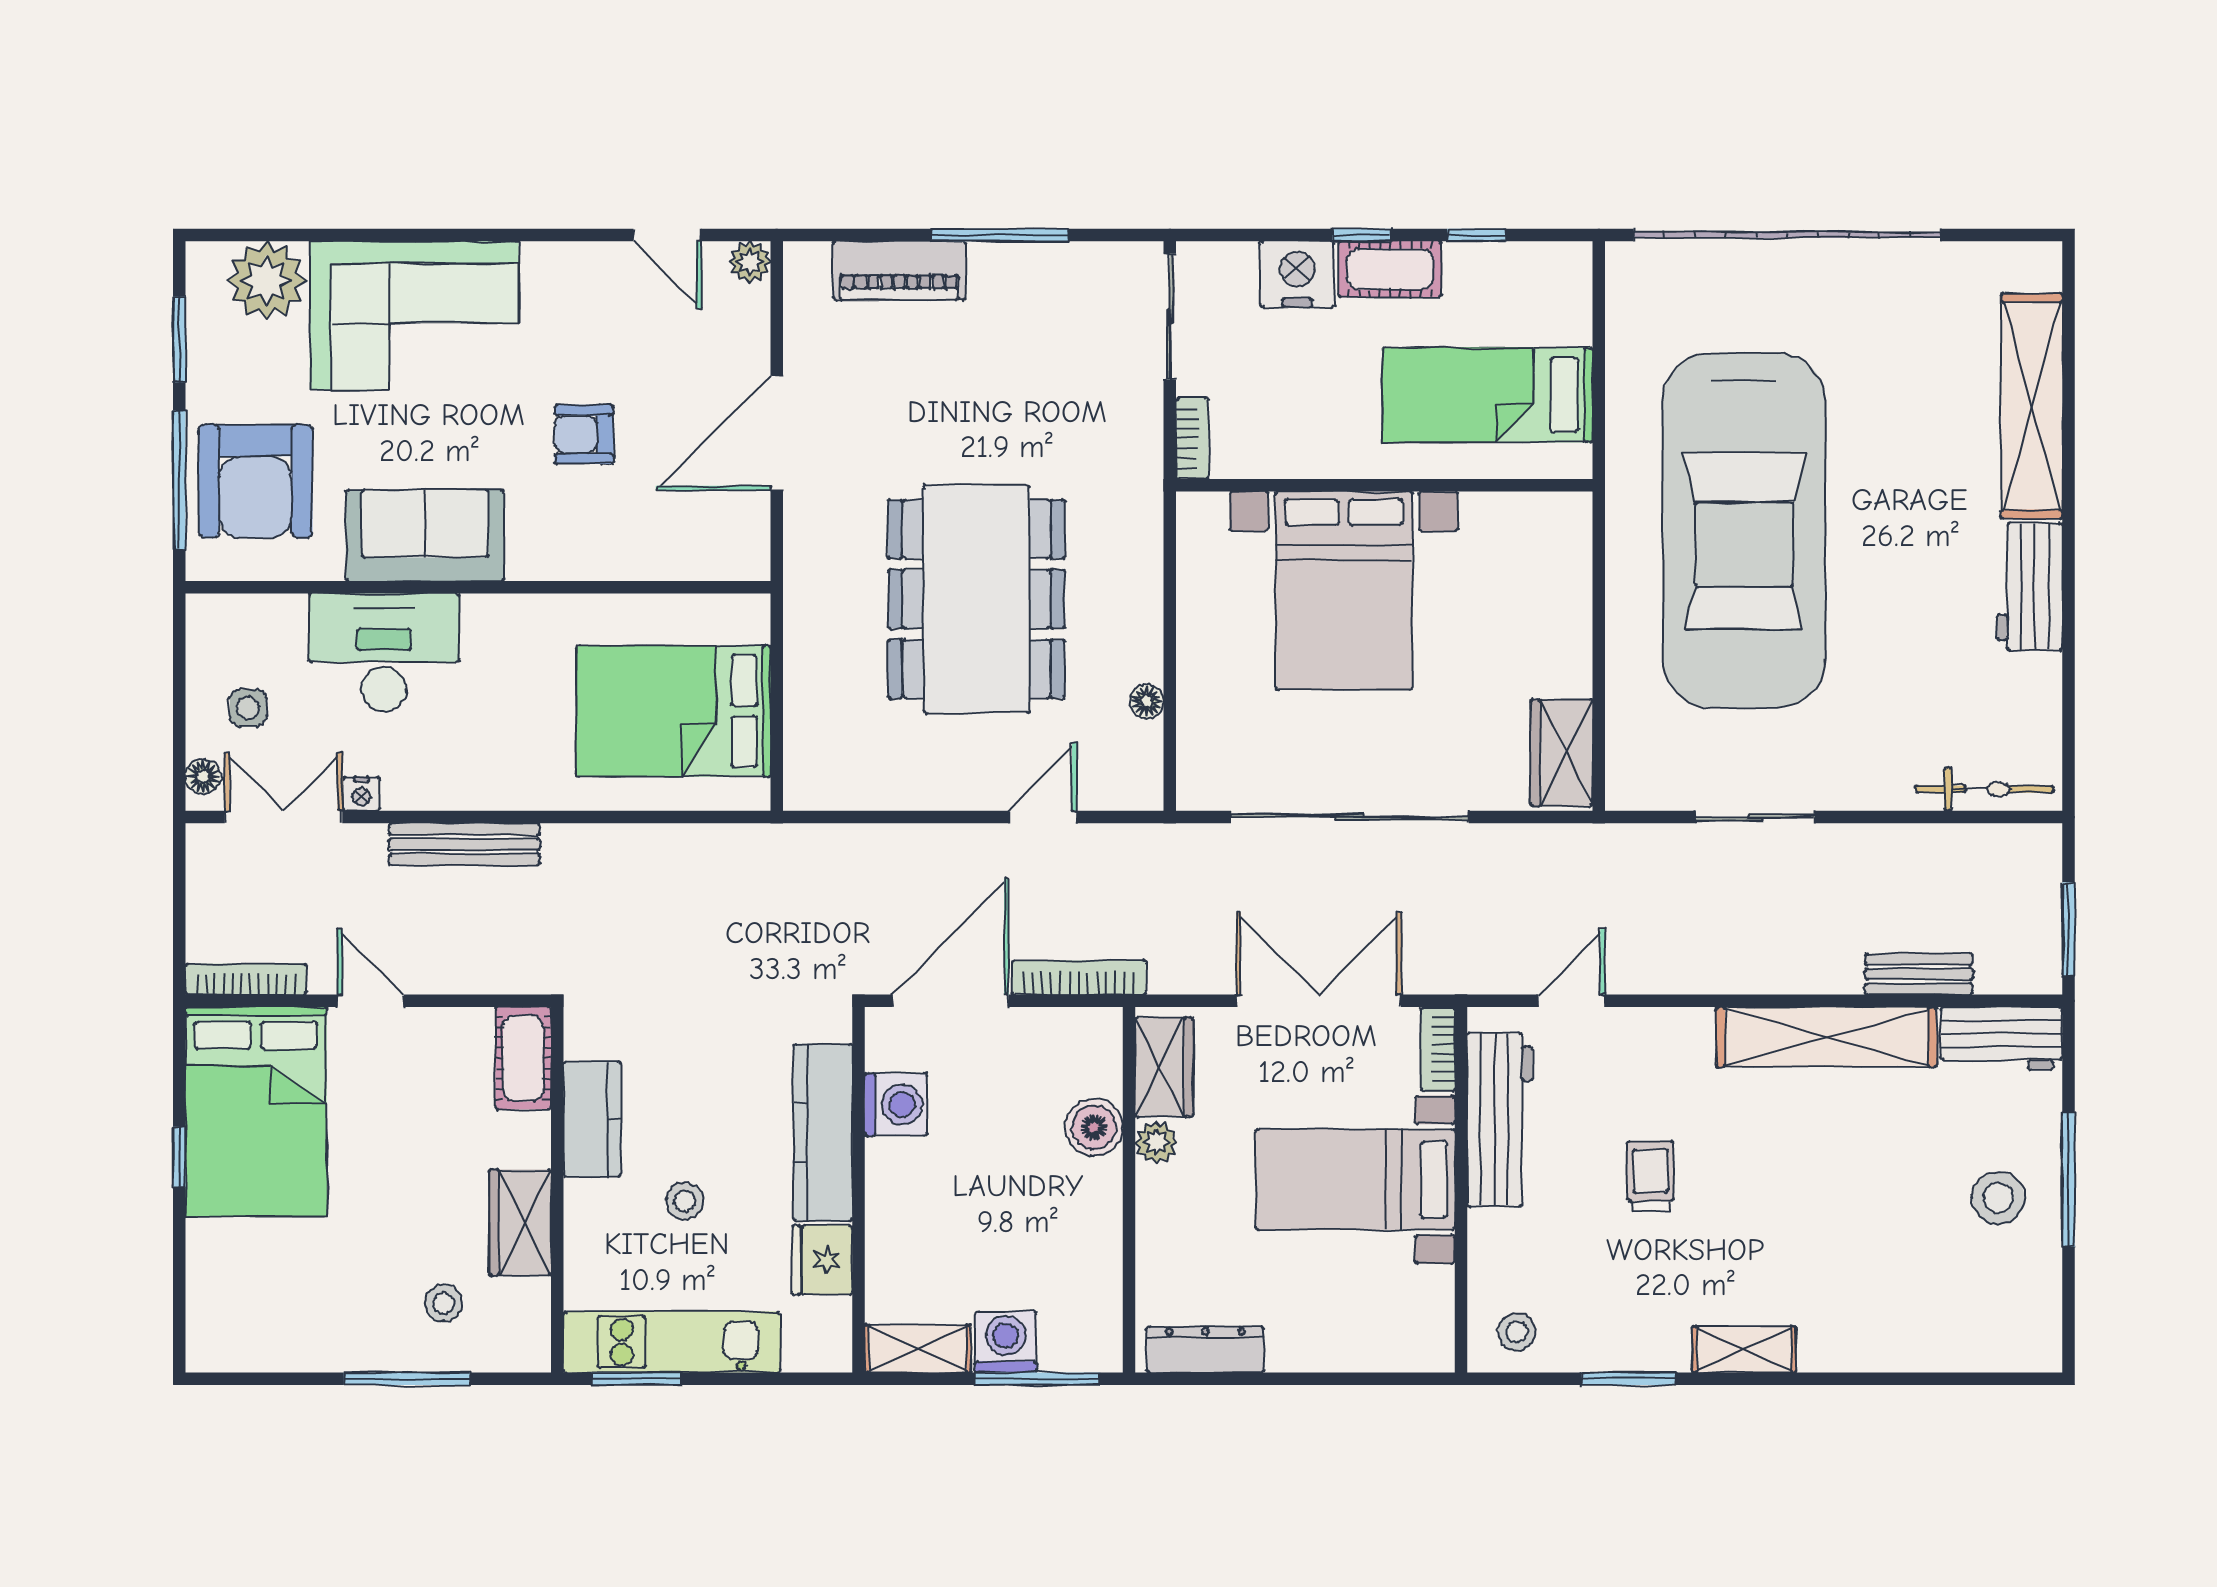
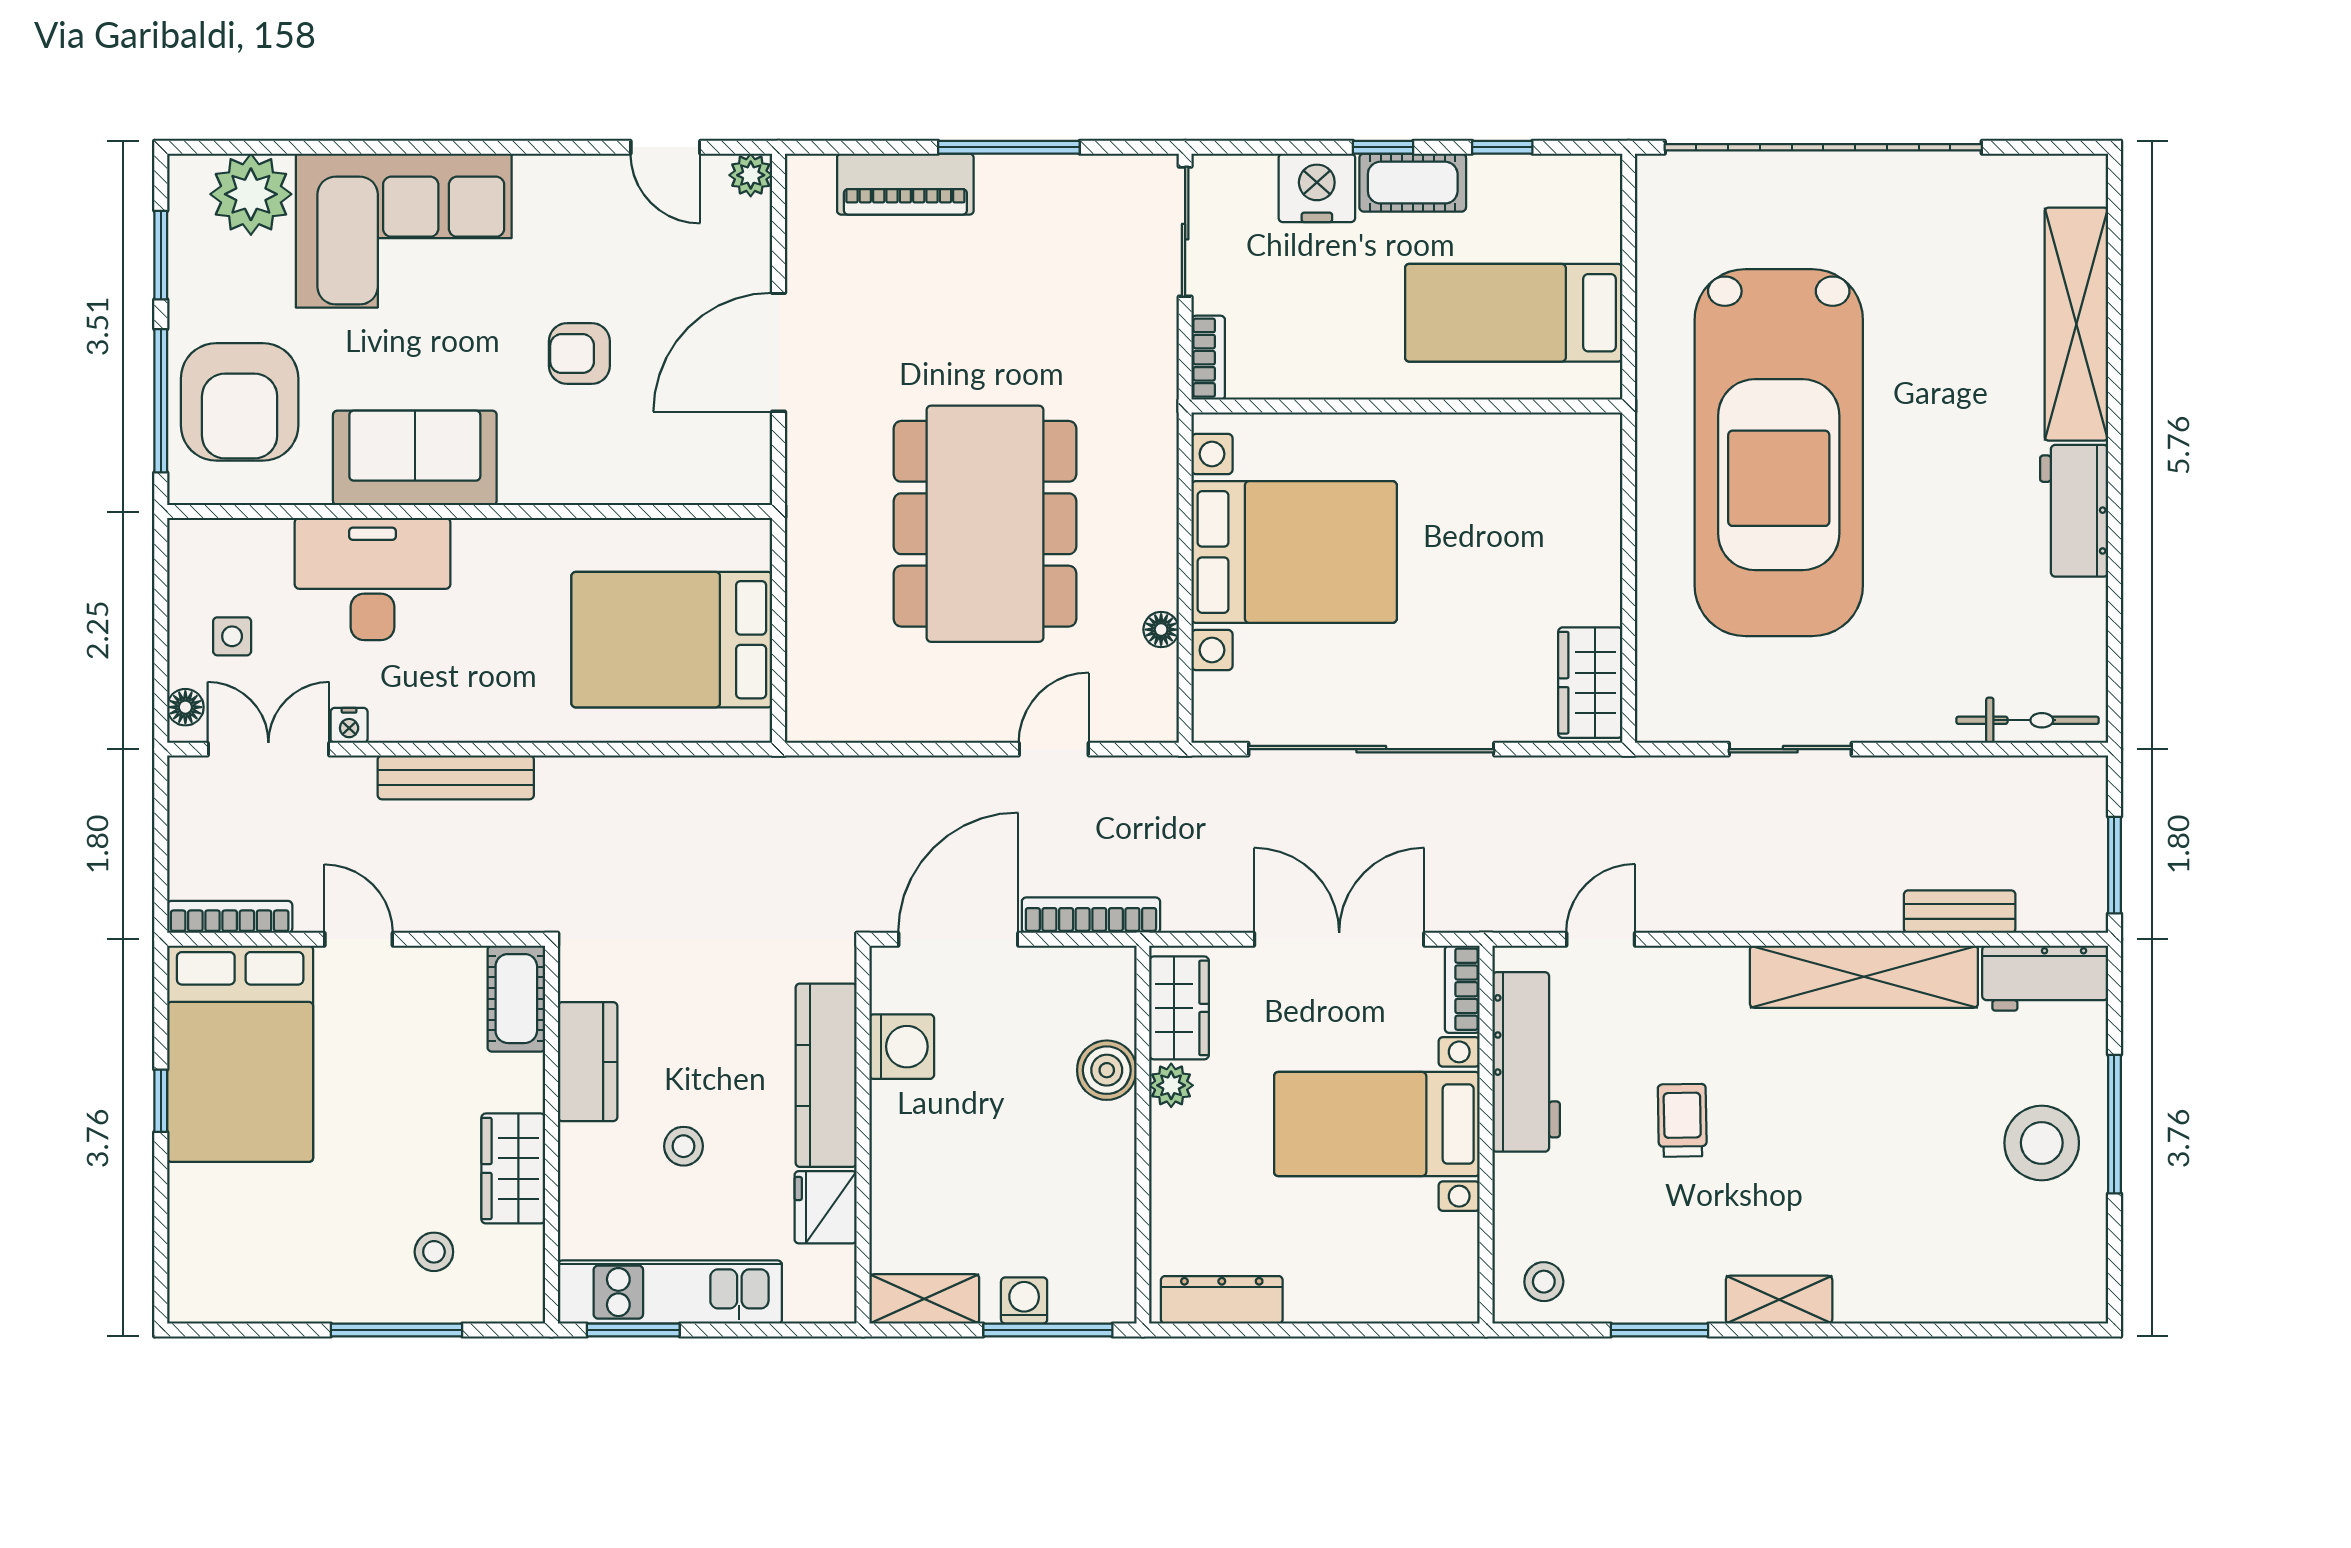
bed with nightstands: (1344, 591) -> (1294, 552), moved, turned -90
stool: (1998, 1198) -> (2042, 1143), width x1.38, depth x1.38
washing machine: (1006, 1342) -> (1024, 1301), width x0.73, depth x0.73

